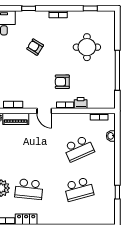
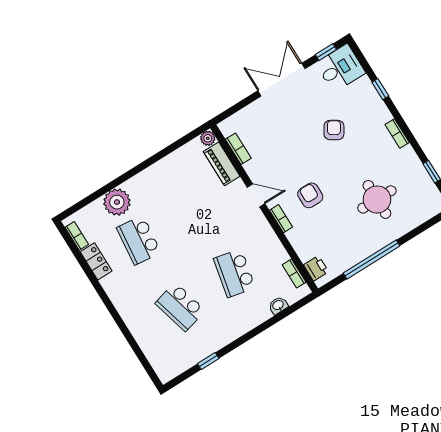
printer: (81, 103) -> (316, 268), moved
door: (44, 111) -> (256, 195), swing flipped
school desk: (79, 149) -> (234, 273), turned 36

